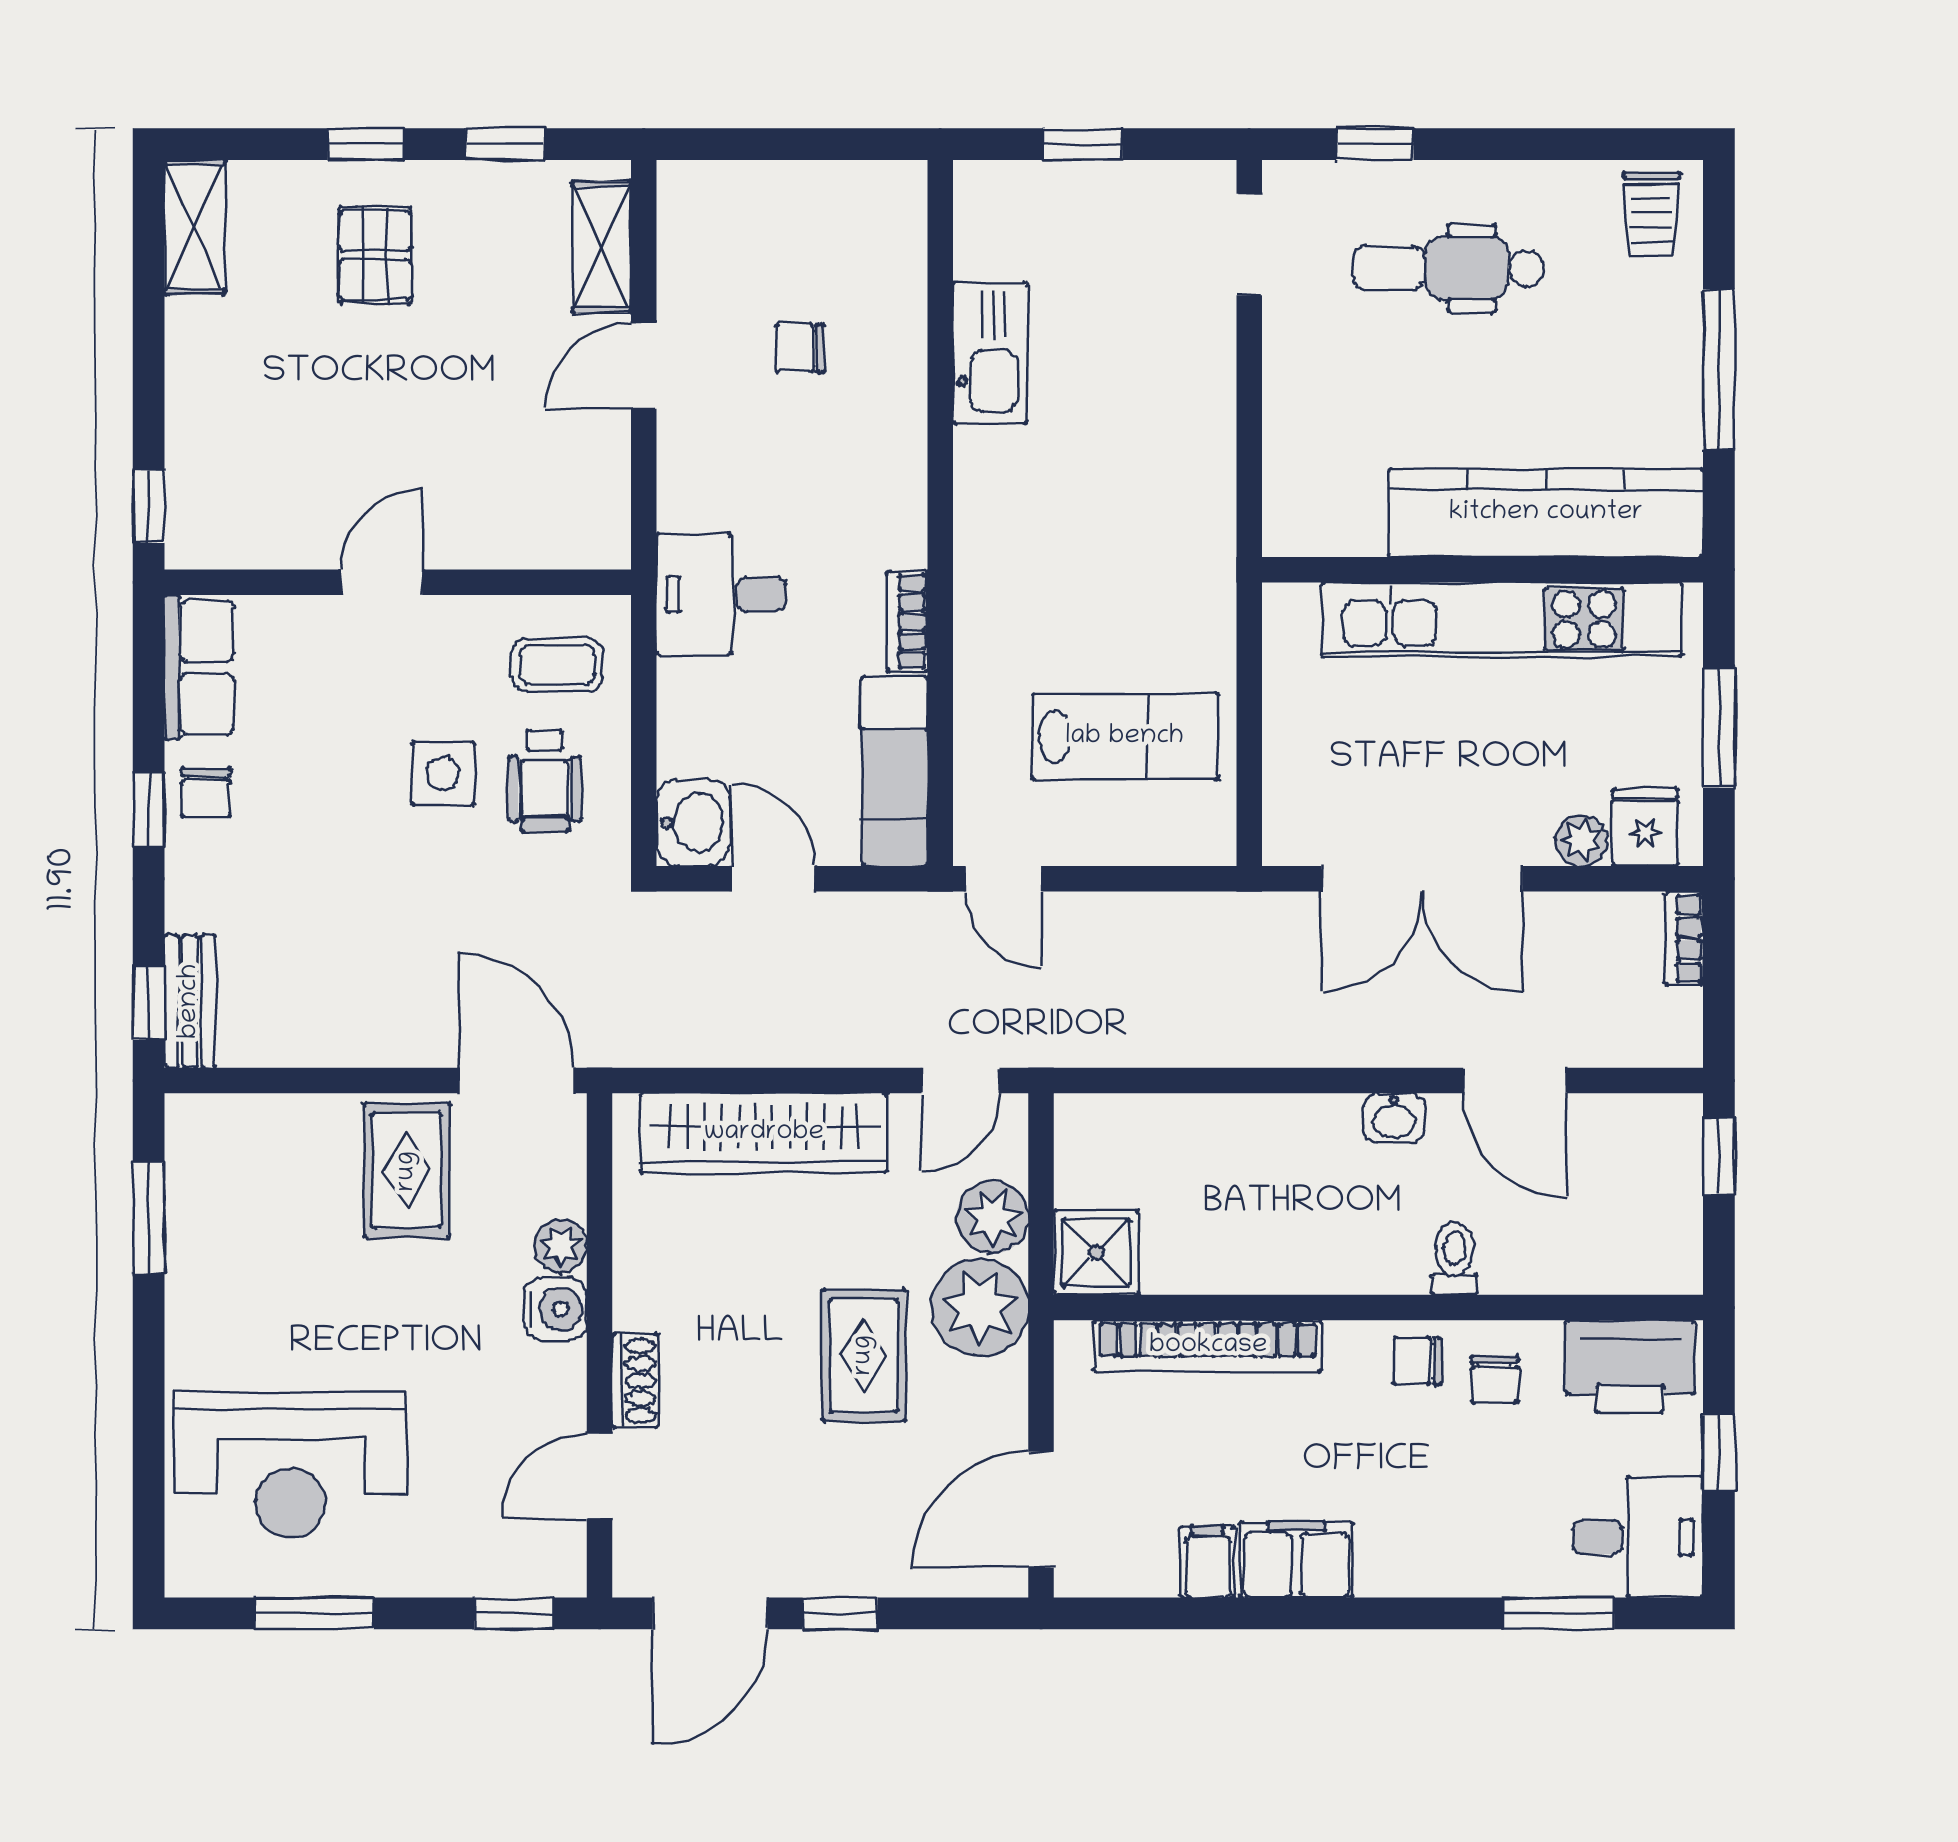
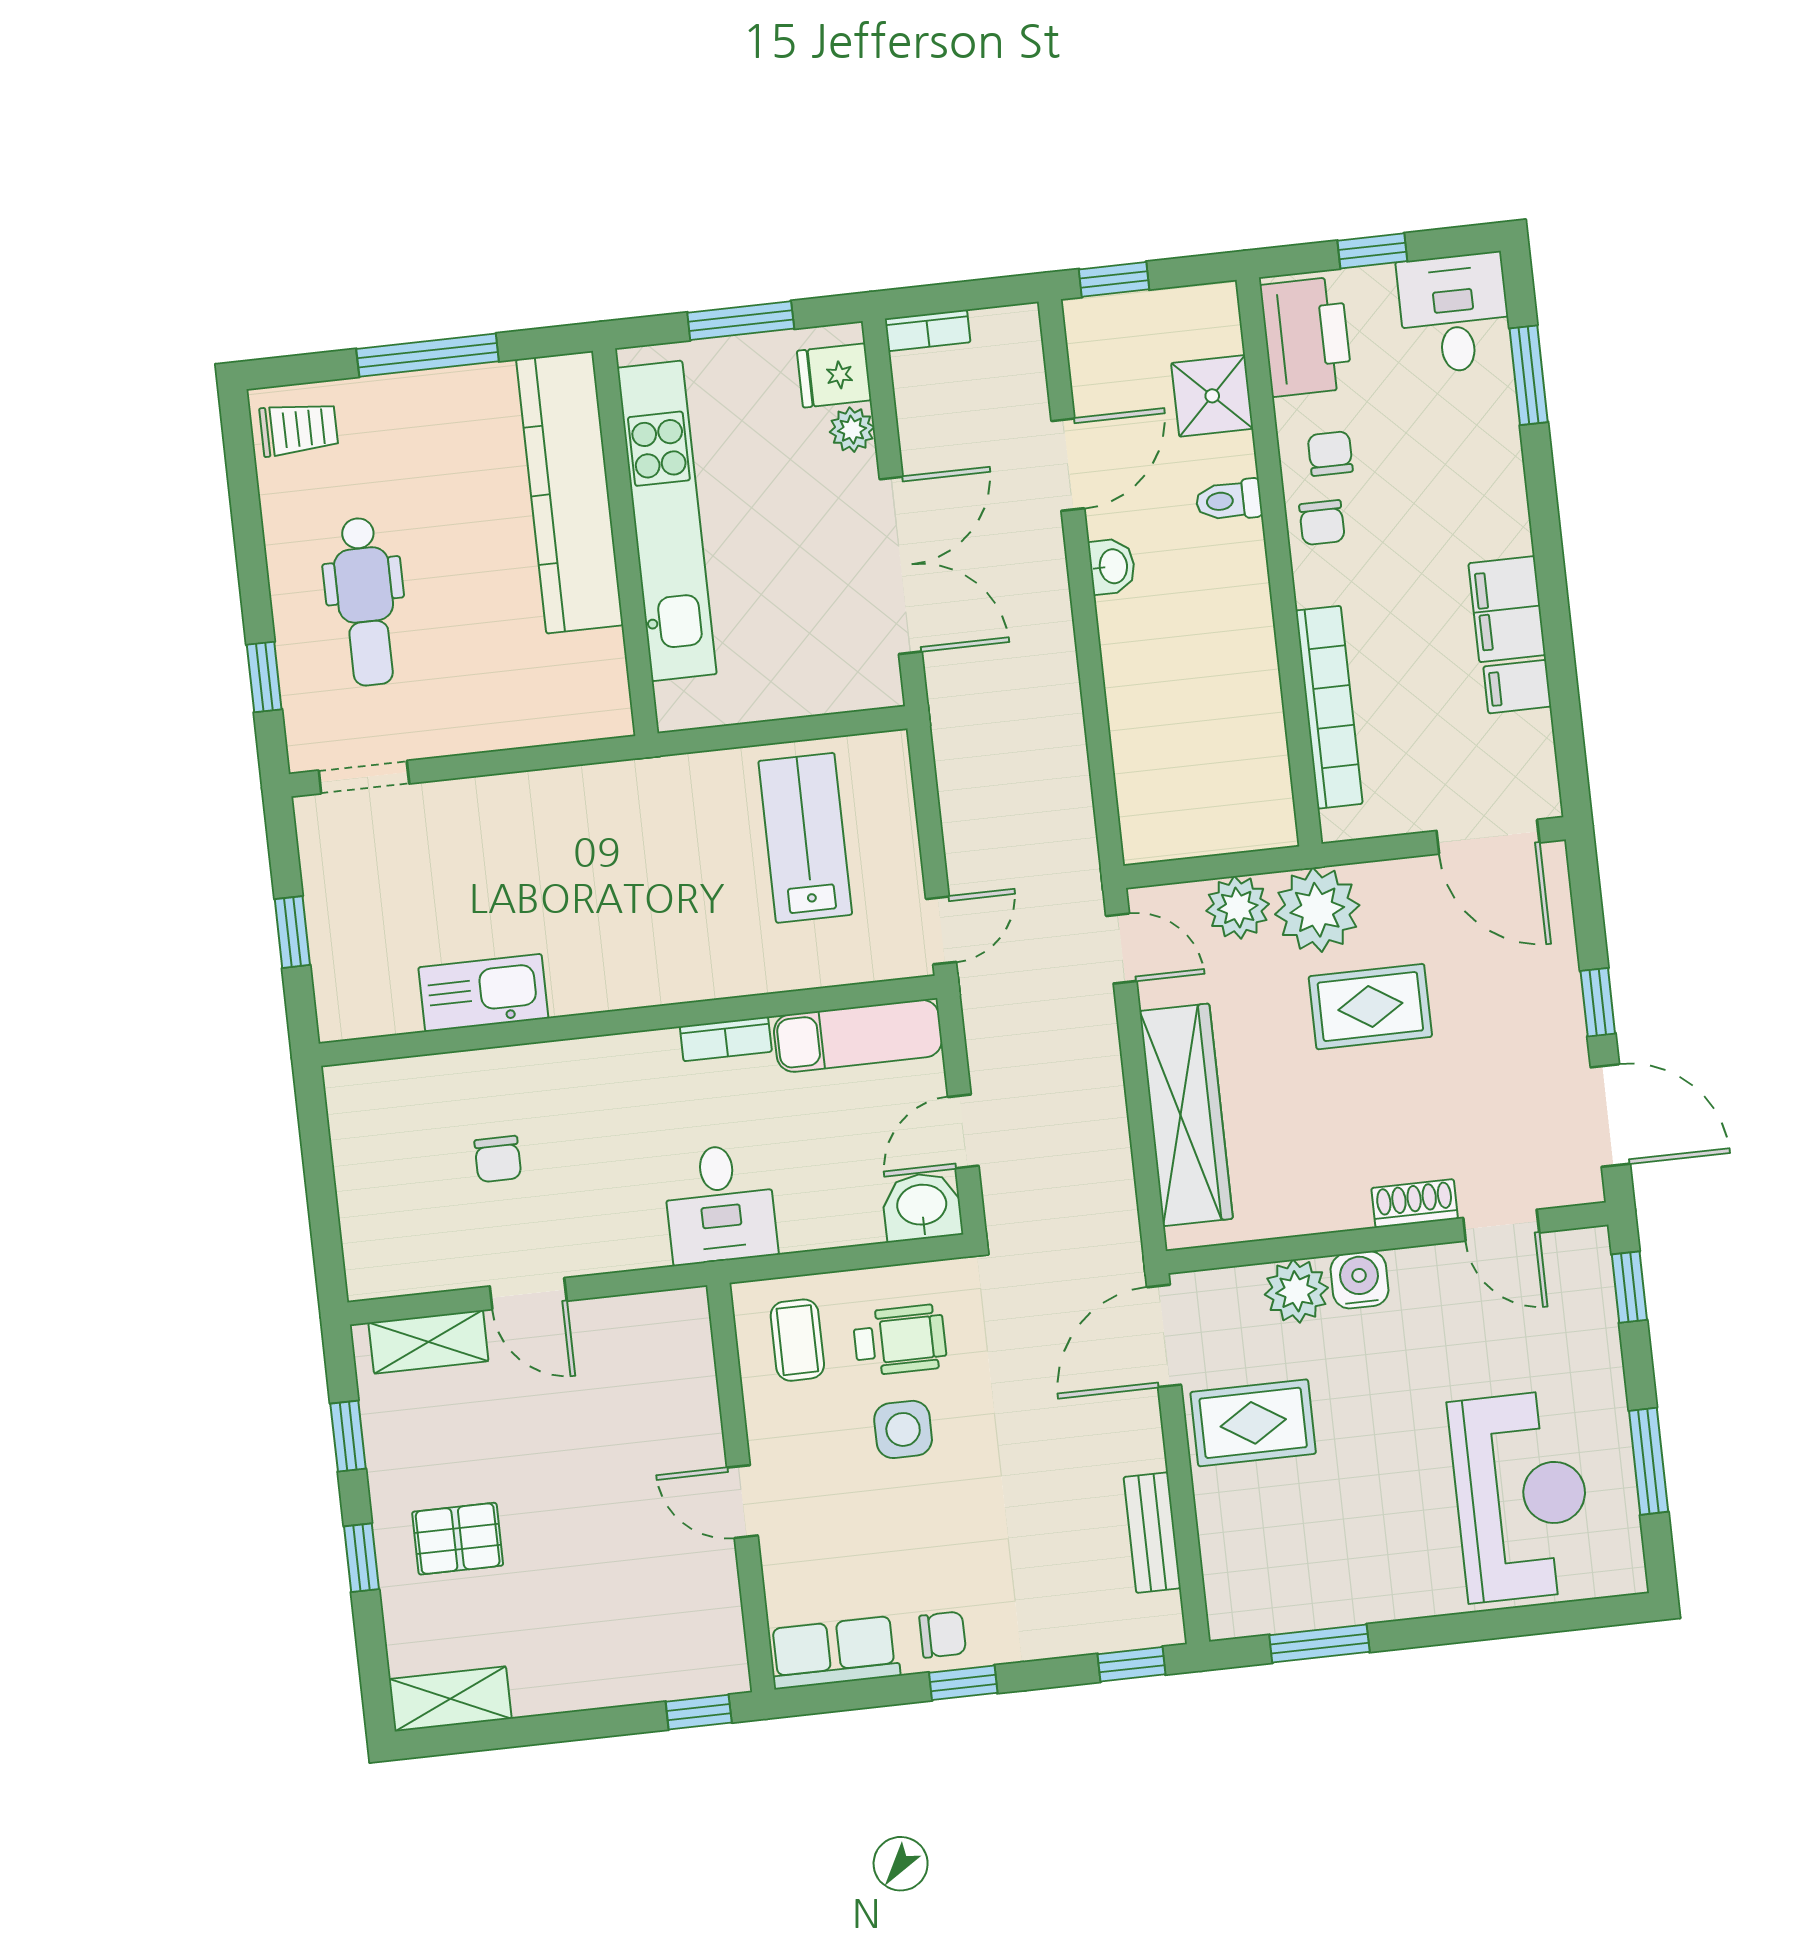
bench: (190, 1001) -> (1152, 1533), moved, turned 90
plant: (560, 1246) -> (1296, 1291), width x1.38, depth x1.38
shower: (1096, 1253) -> (1212, 396), moved
chair: (1495, 1379) -> (1330, 453), turned -90

